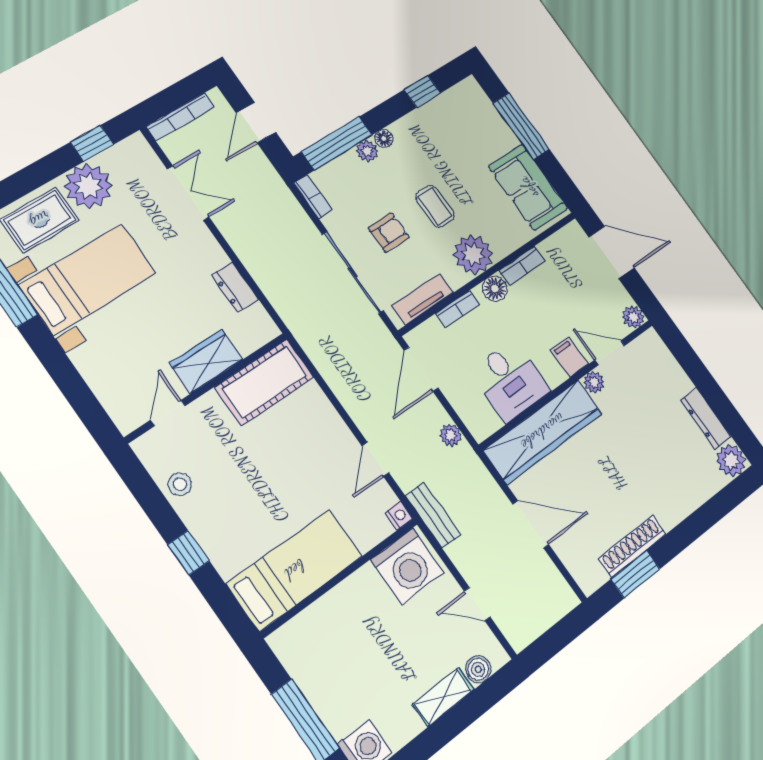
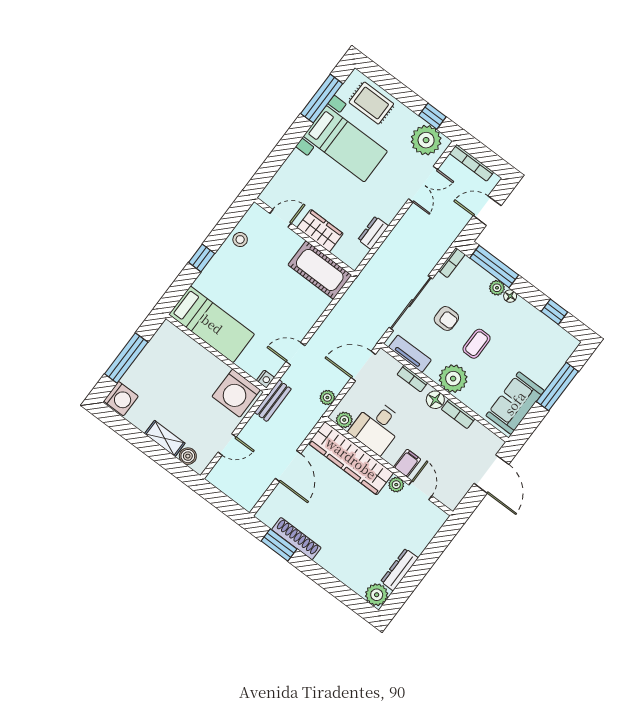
plant: (88, 186) -> (426, 140), moved
plant: (633, 317) -> (344, 420), moved
door: (477, 604) -> (227, 444), swing flipped

